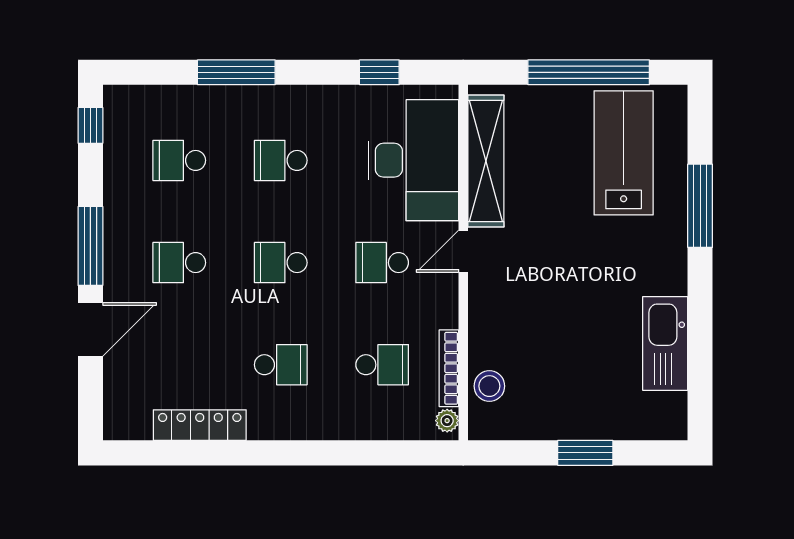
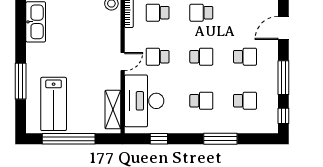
shelving: (486, 161) -> (113, 110), width x0.68
window: (90, 246) -> (283, 78), moved
school desk: (382, 263) -> (158, 57), turned 180

